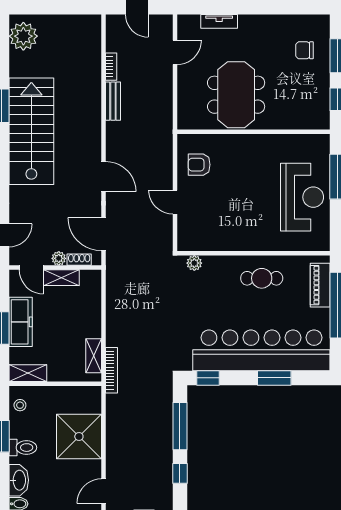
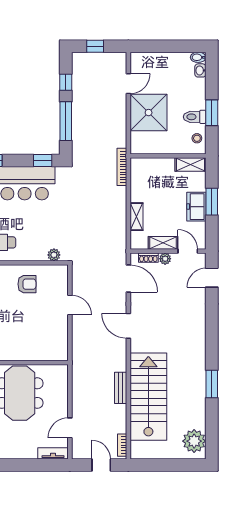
tv unit: (219, 21) -> (53, 453), moved
bookcase: (111, 67) -> (122, 445), moved
stairs: (31, 131) -> (148, 397), moved, turned 180
armchair: (199, 165) -> (27, 284), moved
freezer: (21, 322) -> (196, 207), width x0.71
shelving: (94, 356) -> (136, 217), moved
toilet: (23, 448) -> (195, 117), moved
washbasin: (19, 480) -> (200, 70), width x0.52, depth x0.69
door: (103, 491) -> (128, 84), moved

